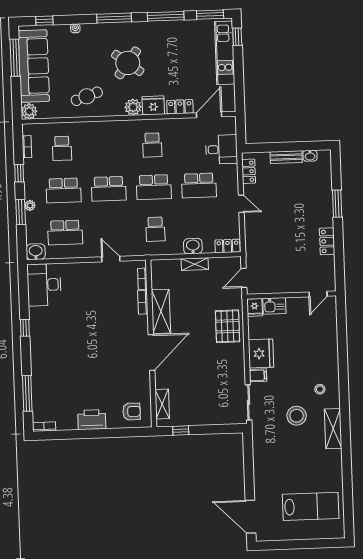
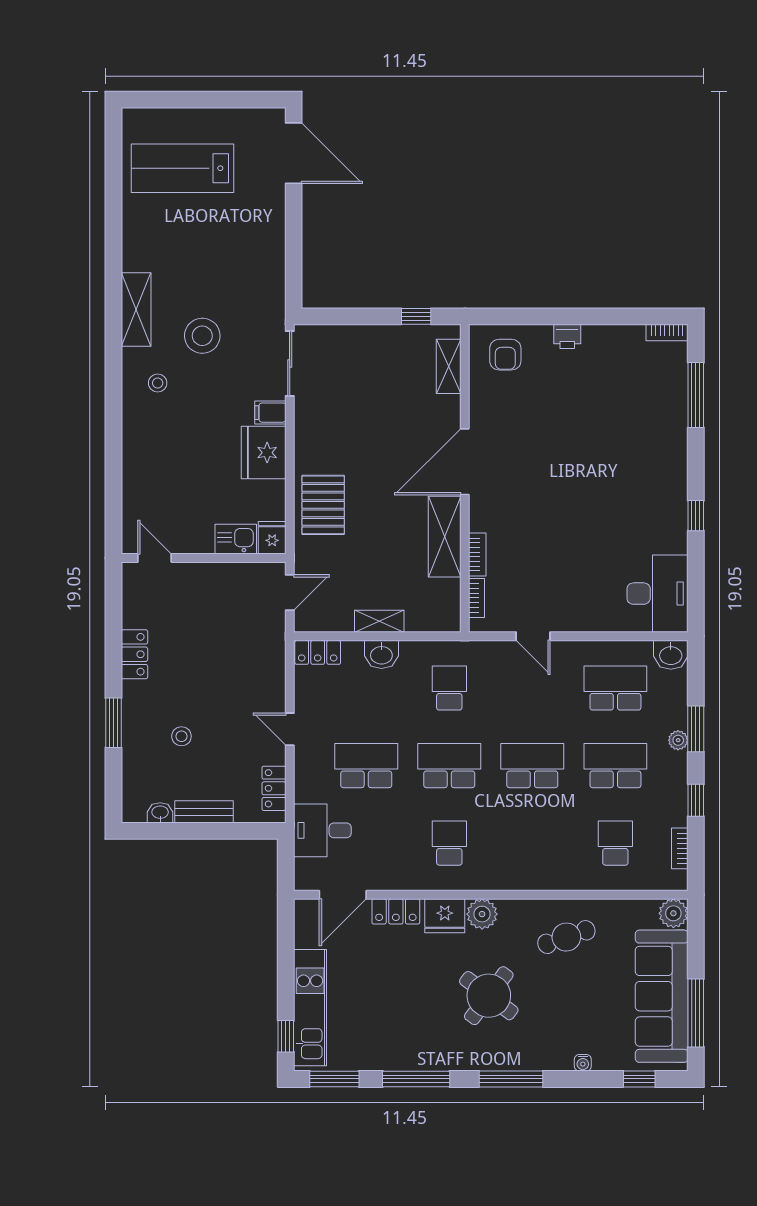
stool: (300, 198) -> (181, 736), added
door: (318, 294) -> (155, 558), hinge flipped
armchair: (132, 412) -> (505, 355), turned -90
printer: (92, 420) -> (567, 336), width x0.53, depth x0.68

